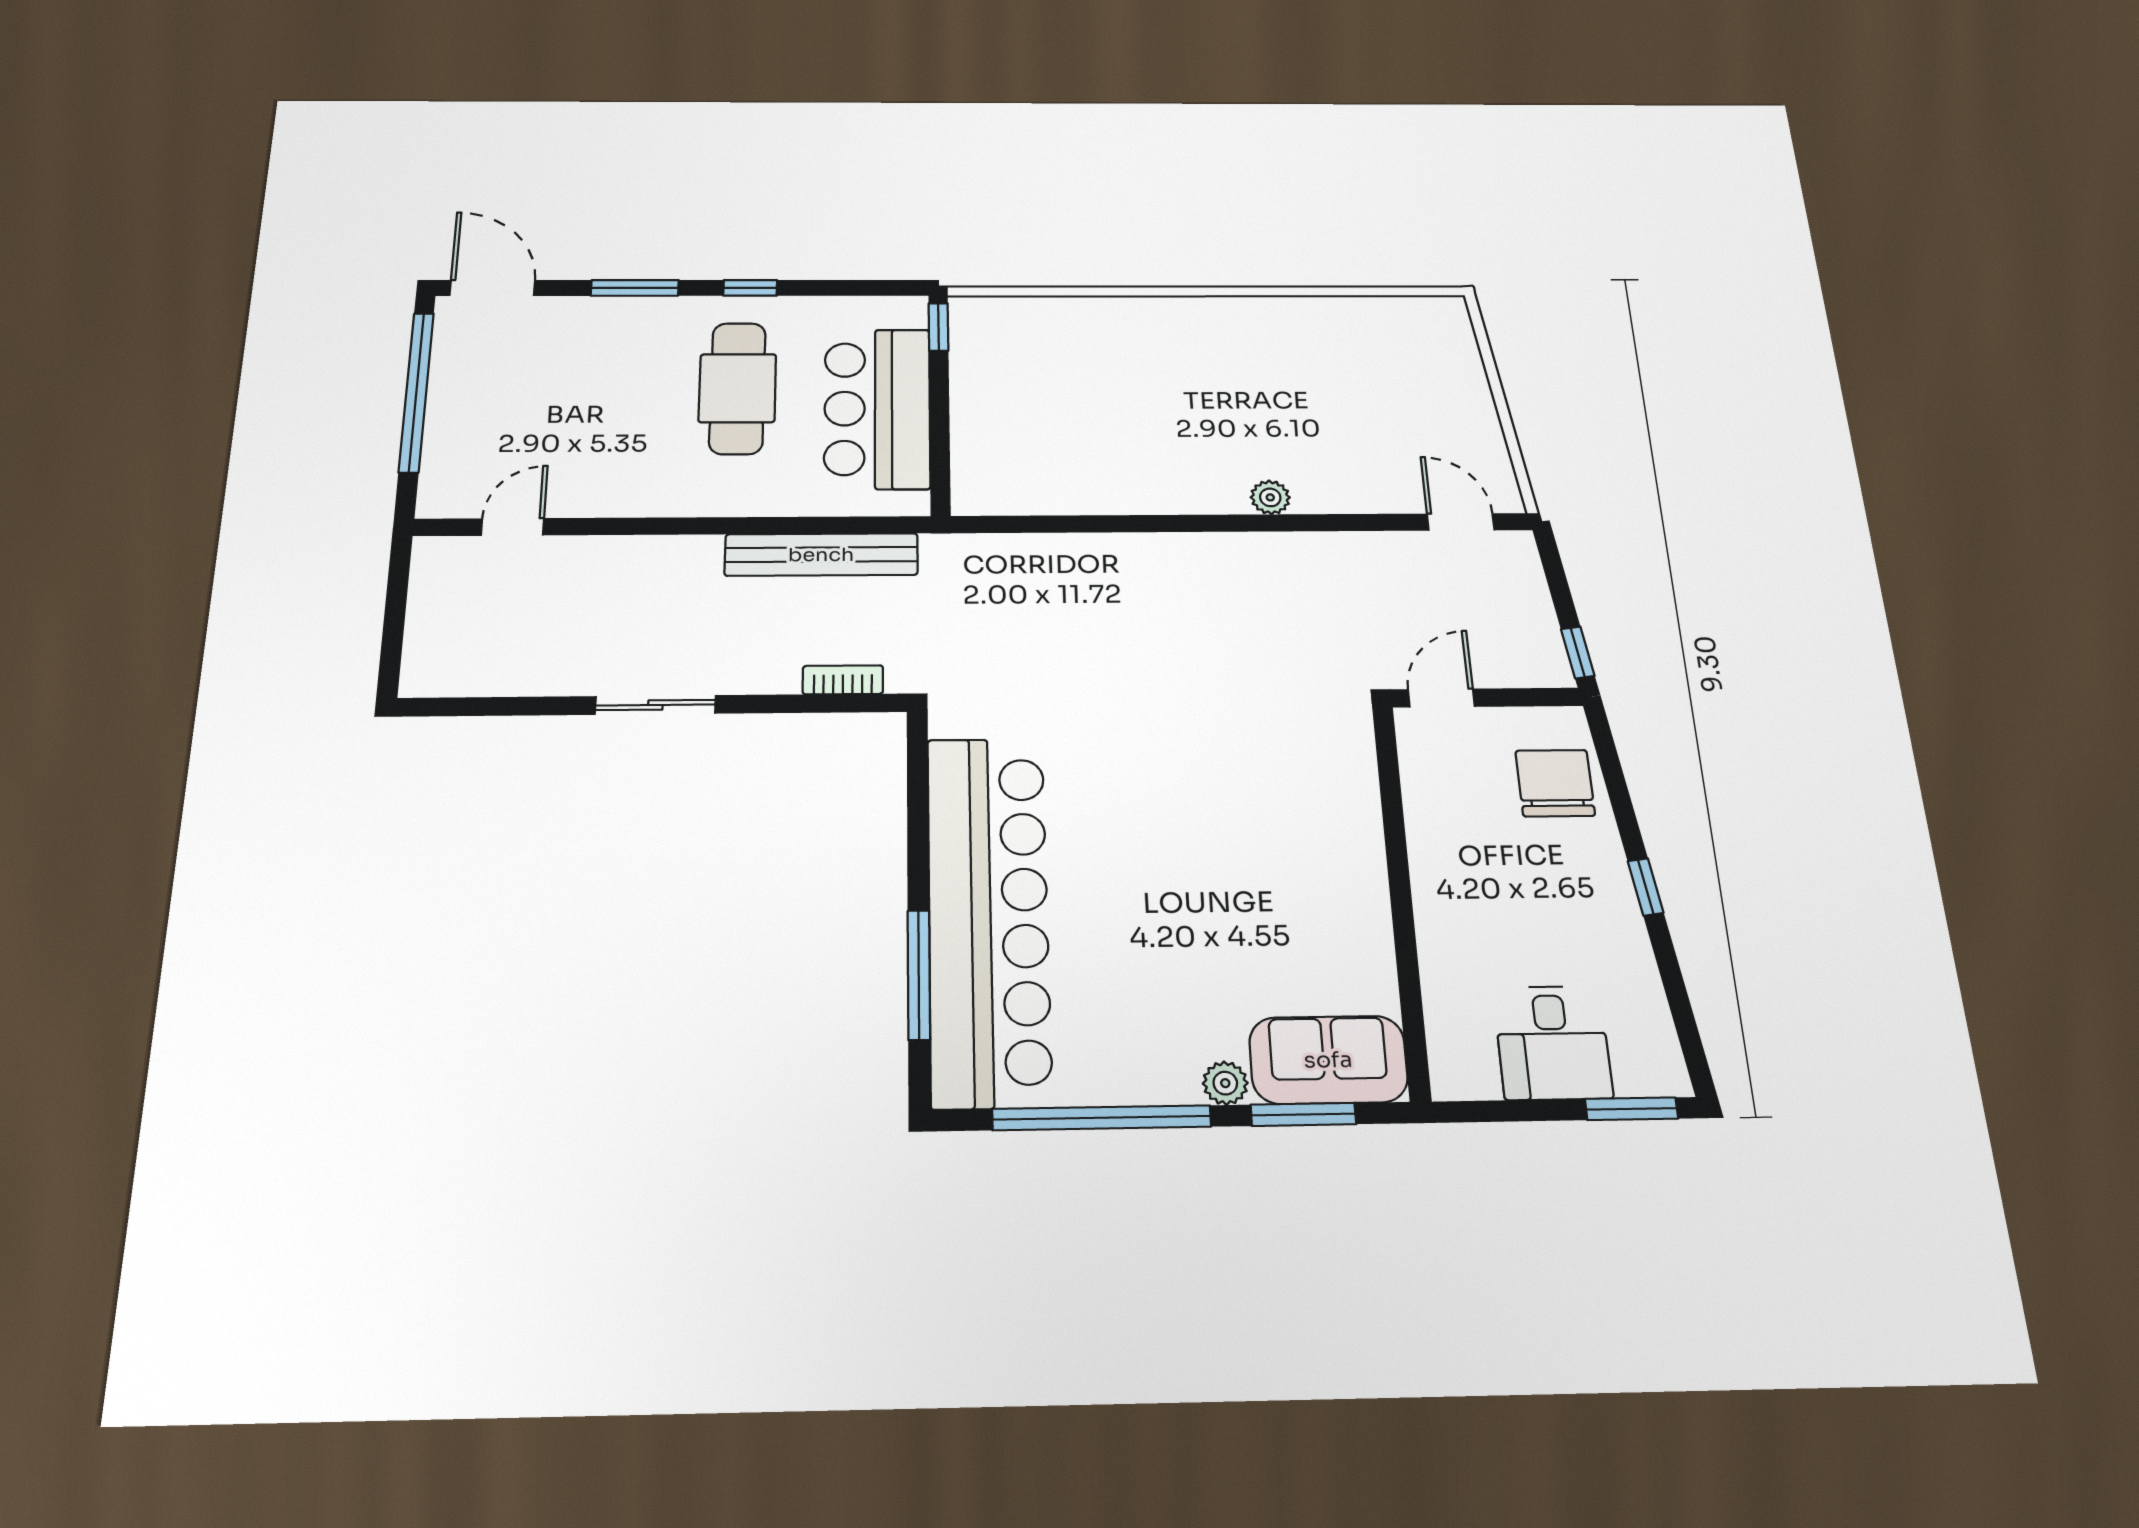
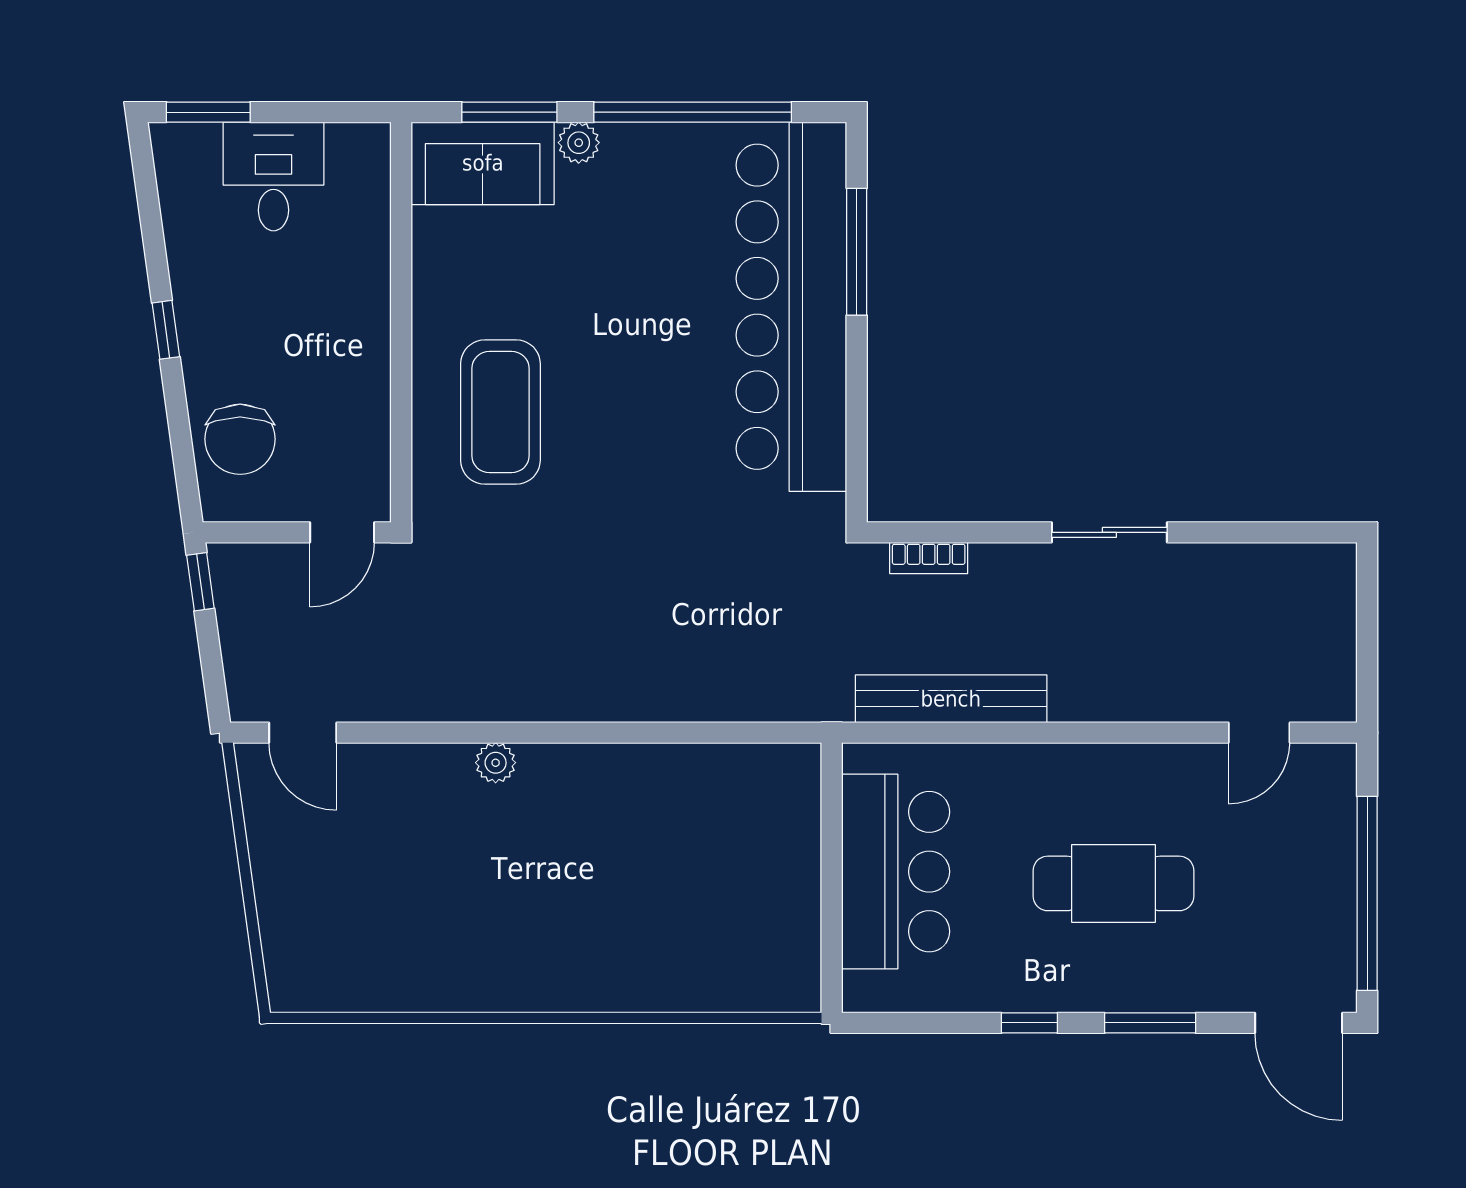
window: (939, 327) -> (832, 973), removed
cafe table: (737, 388) -> (1114, 883), moved, turned 90
coffee table: (1290, 812) -> (500, 412), added

